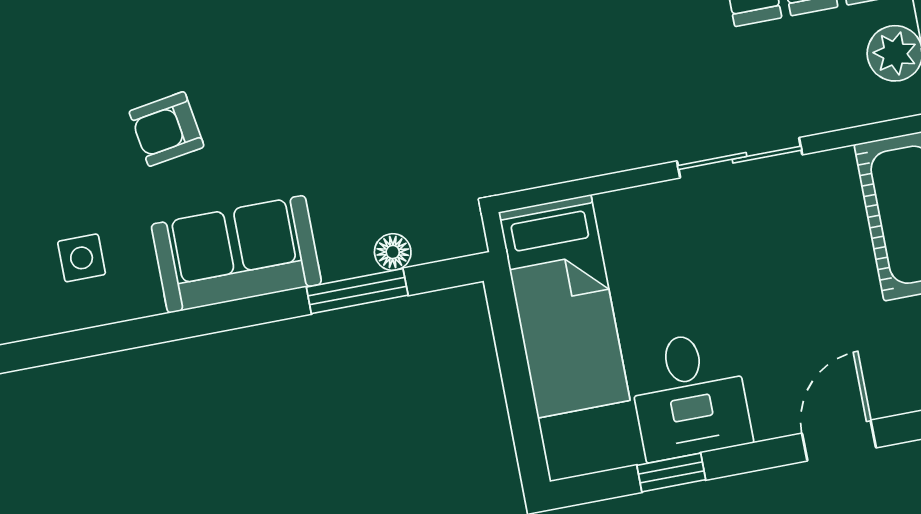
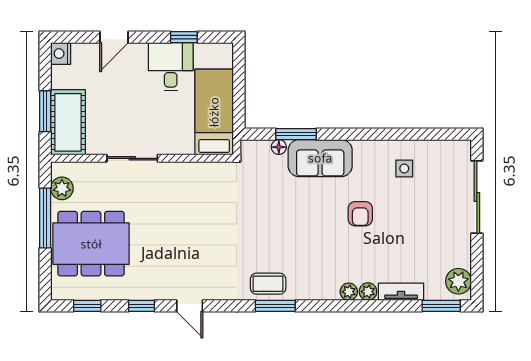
armchair: (167, 129) -> (360, 214), turned 99
sofa: (236, 254) -> (320, 158), moved

